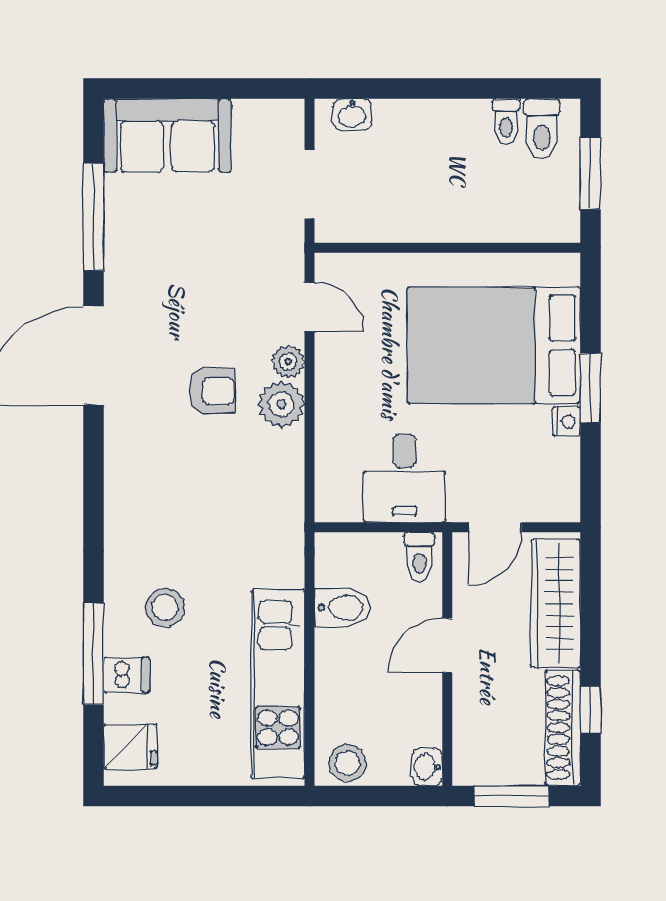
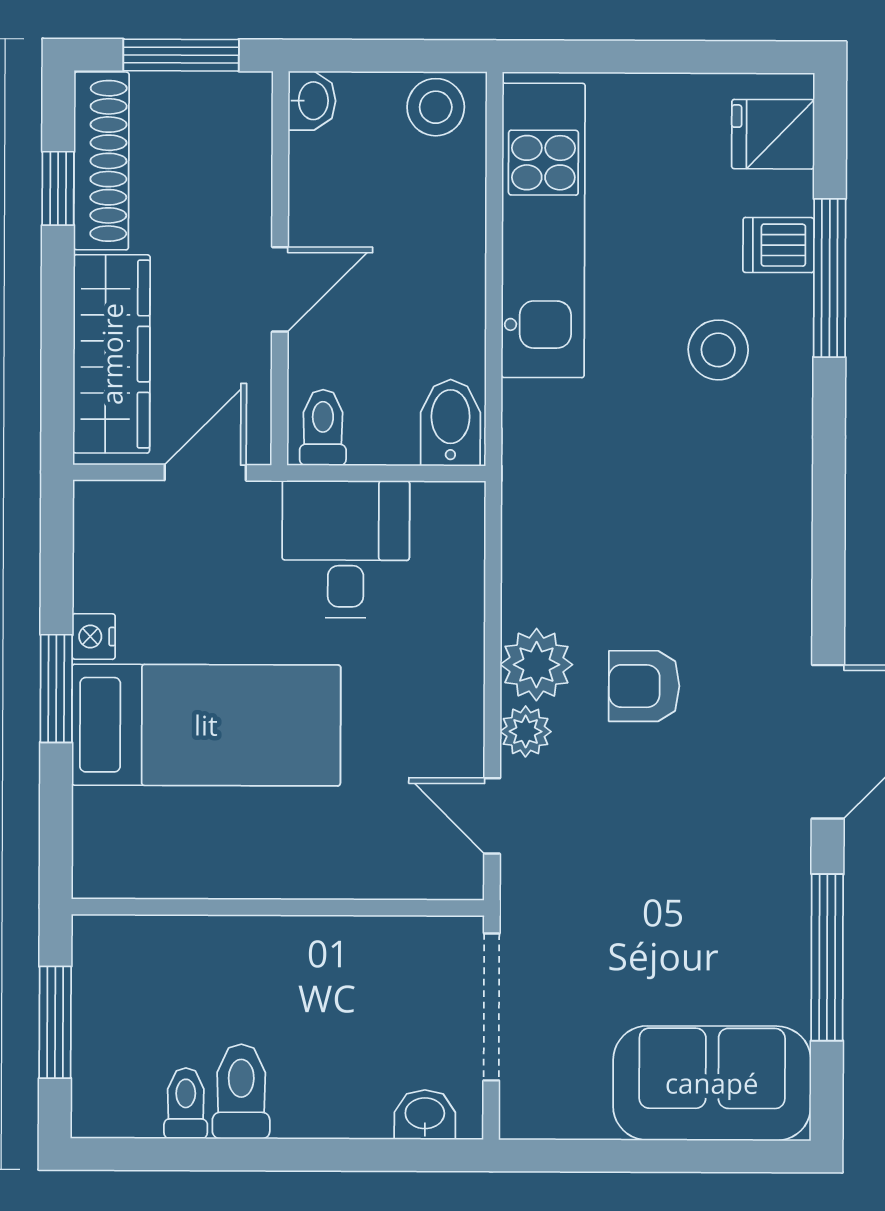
toilet: (542, 129) -> (241, 1091), moved
doorway: (310, 184) -> (491, 1007), width x1.38
bed: (494, 345) -> (206, 725), width x0.67
bidet: (342, 608) -> (451, 423), moved, turned 90

